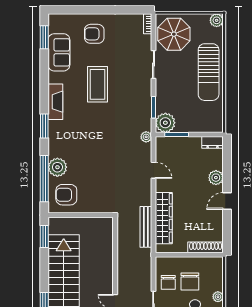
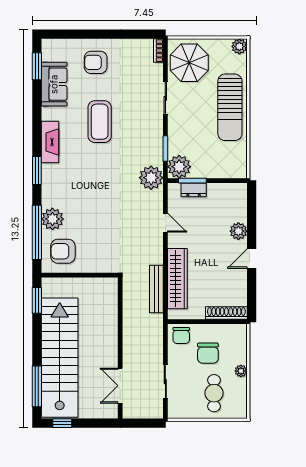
plant: (146, 137) -> (151, 178), width x1.87, depth x1.87
dresser: (213, 142) -> (194, 190), moved
chair: (168, 282) -> (181, 335), moved

